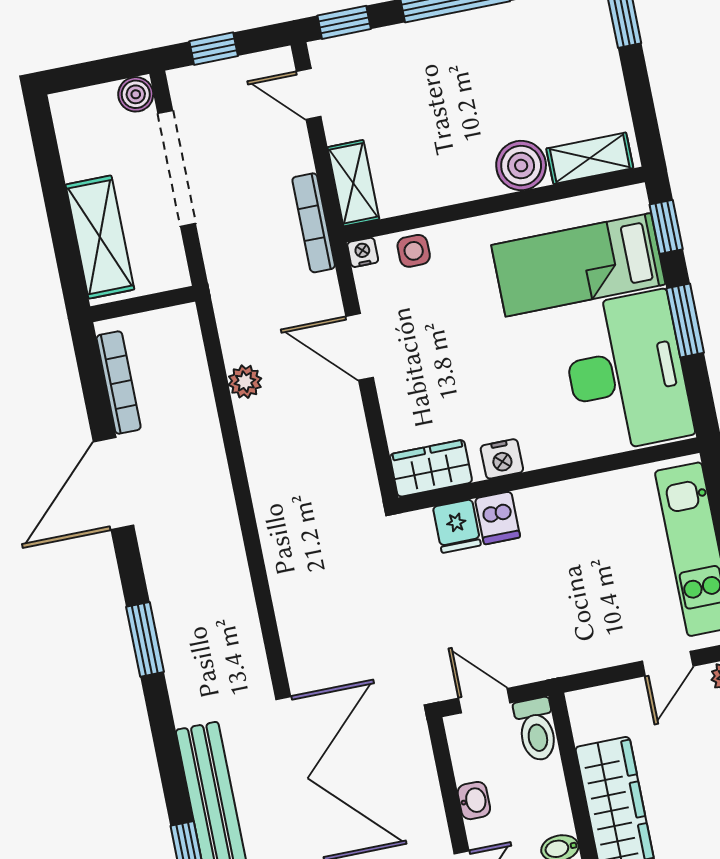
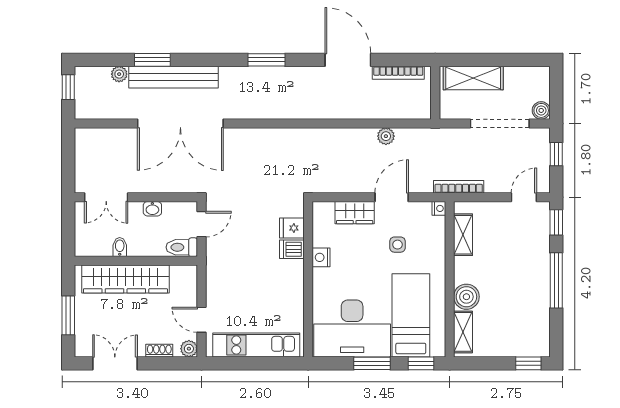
shelving: (353, 183) -> (463, 235), moved, turned 90
side table: (414, 251) -> (397, 245), moved
wardrobe: (431, 468) -> (355, 213), moved, turned 90

